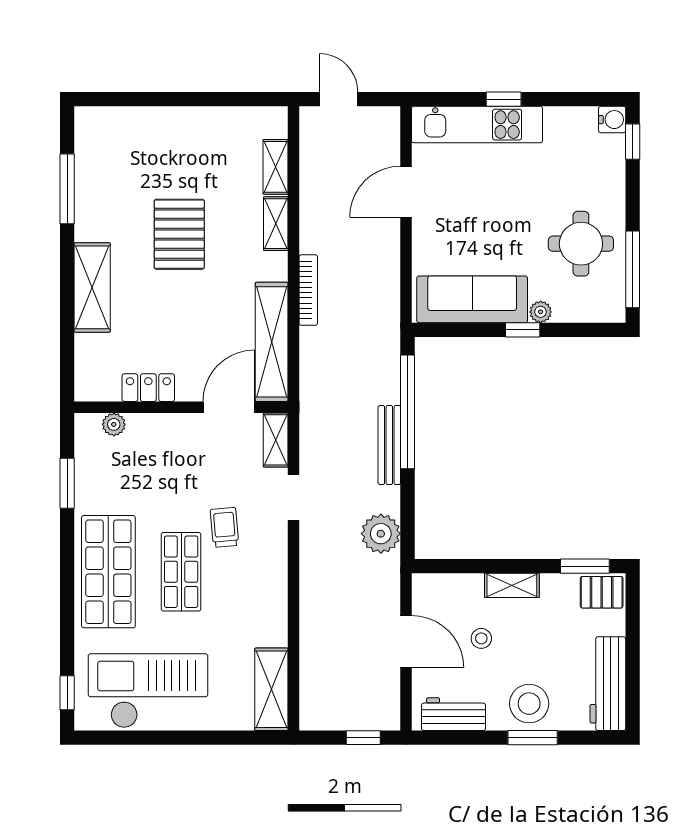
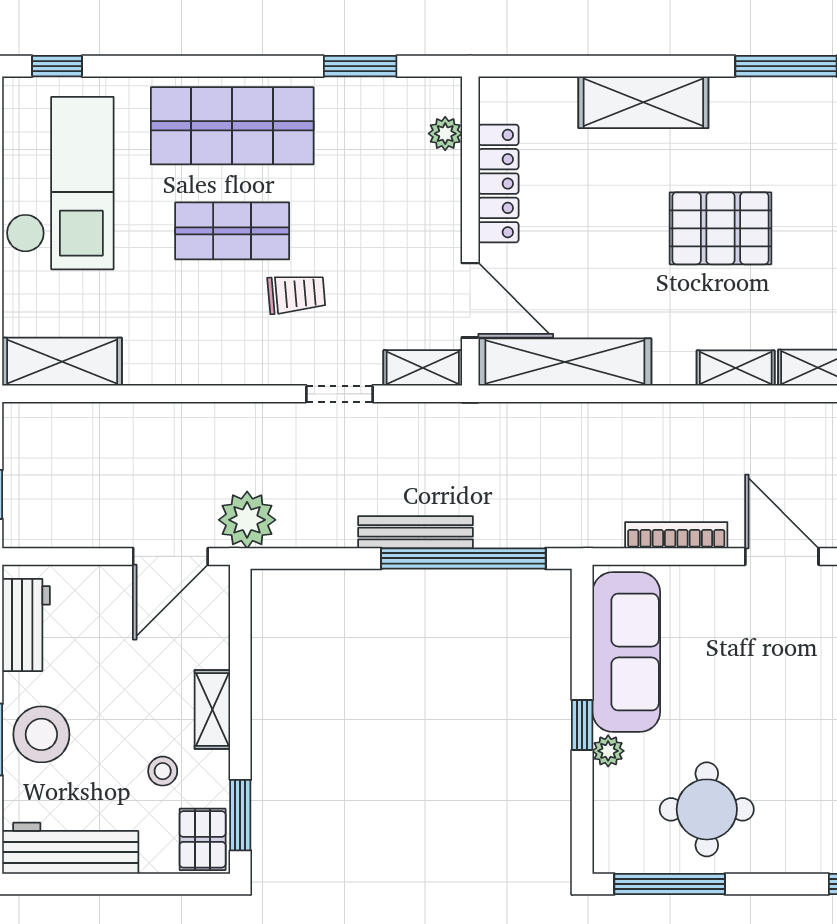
bookcase: (308, 290) -> (676, 535), moved, turned 180
locker: (148, 388) -> (499, 184), width x1.53
plant: (381, 534) -> (247, 520), moved
stool: (481, 638) -> (163, 771), moved
door: (406, 641) -> (170, 556), moved

